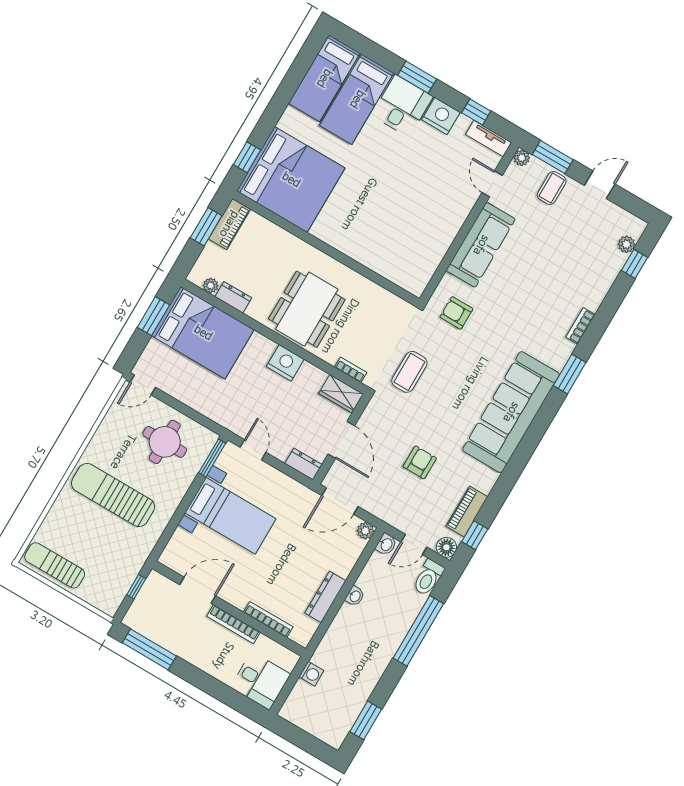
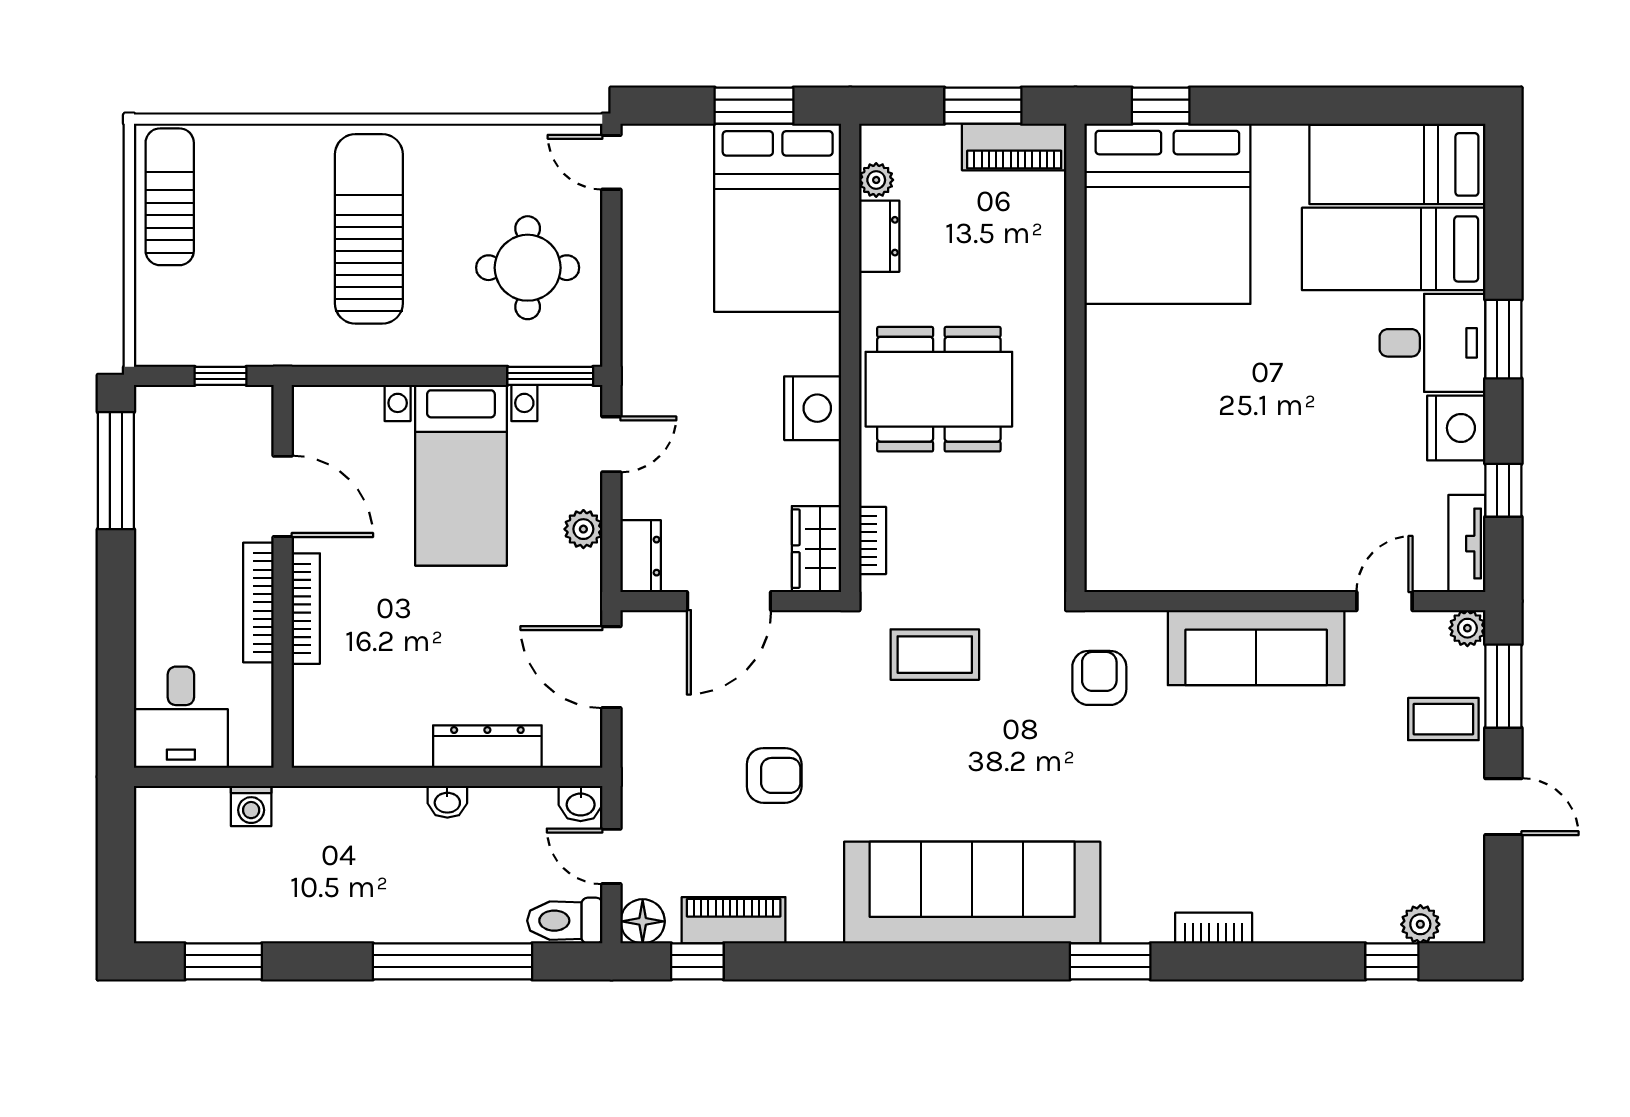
plant: (365, 531) -> (583, 529), moved
dresser: (325, 597) -> (487, 747), moved
bookcase: (268, 620) -> (306, 609), moved

